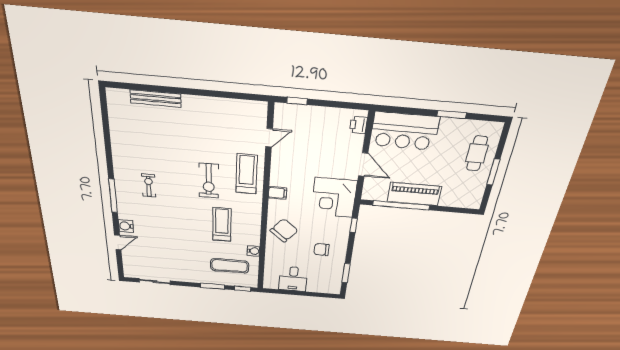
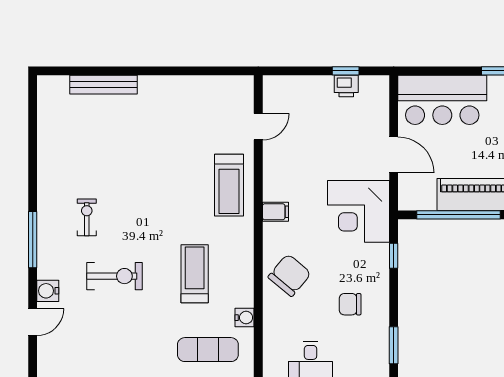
window: (297, 101) -> (346, 71), moved
printer: (358, 125) -> (346, 86), moved, turned -90
treadmill: (246, 174) -> (229, 185), turned 180
exercise bike: (209, 181) -> (114, 276), moved, turned -90

